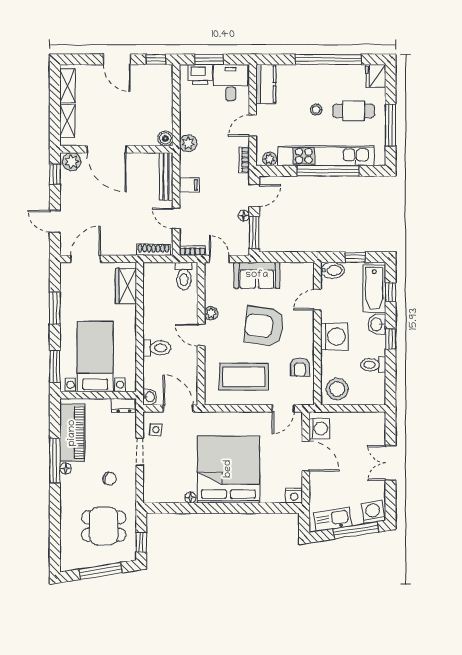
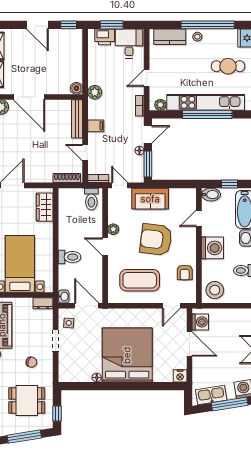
kitchen counter: (266, 84) -> (170, 37), moved, turned 90
stool: (316, 110) -> (197, 37), moved

